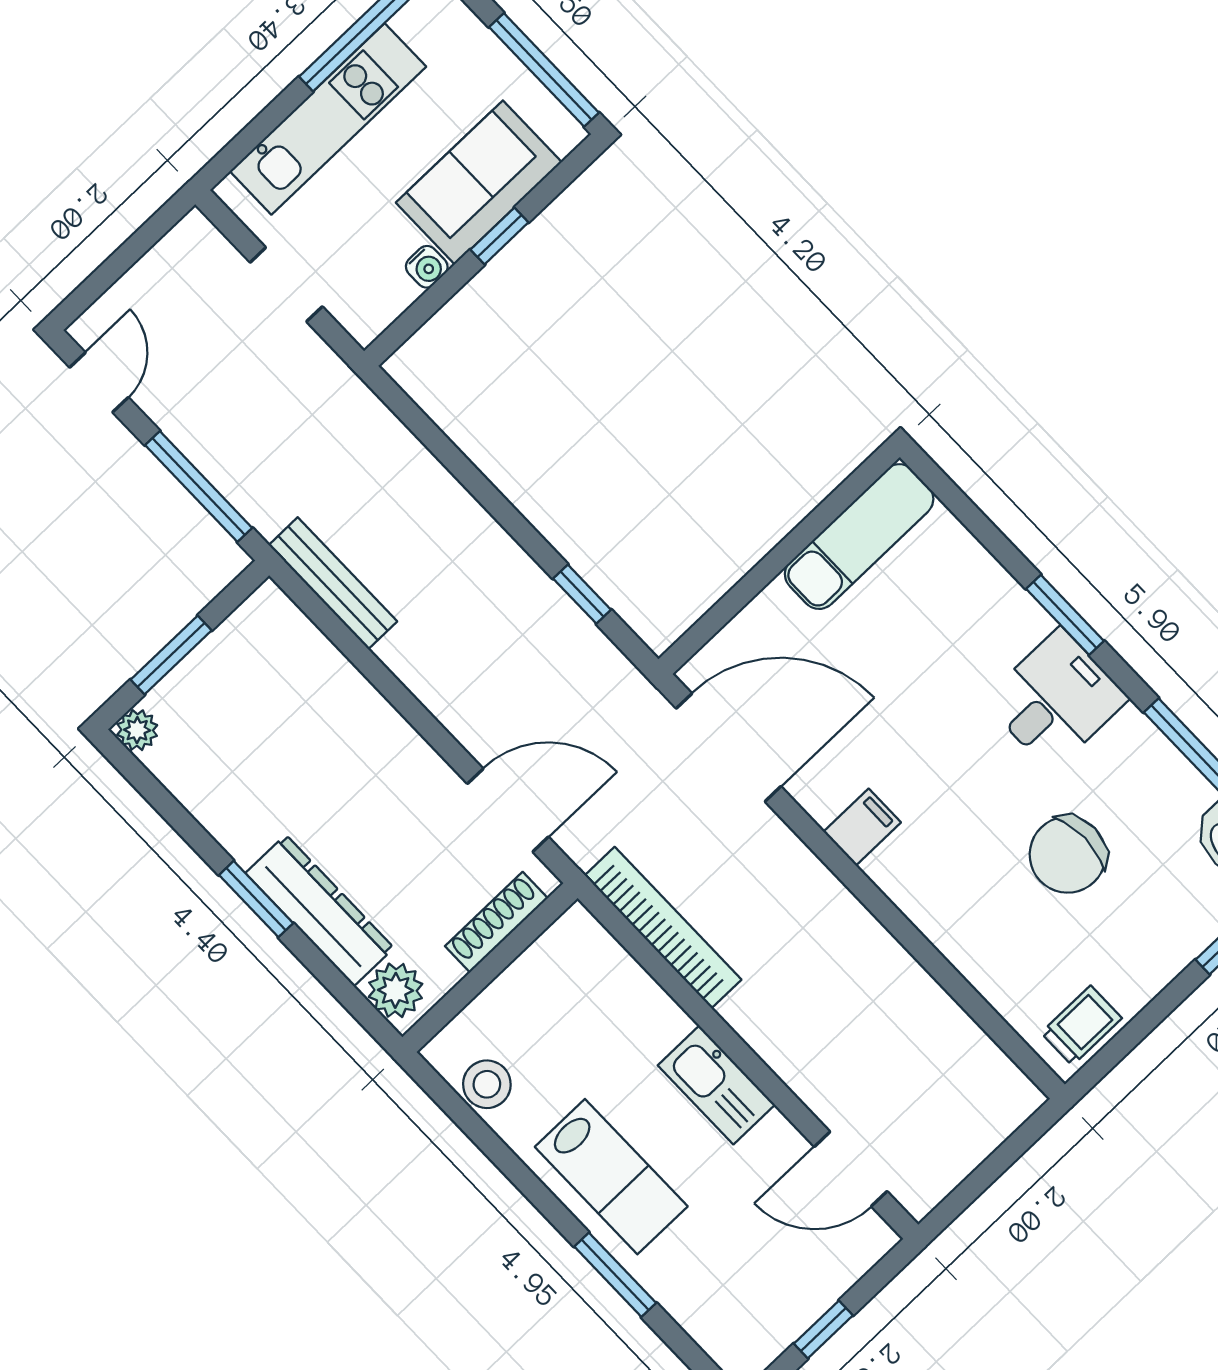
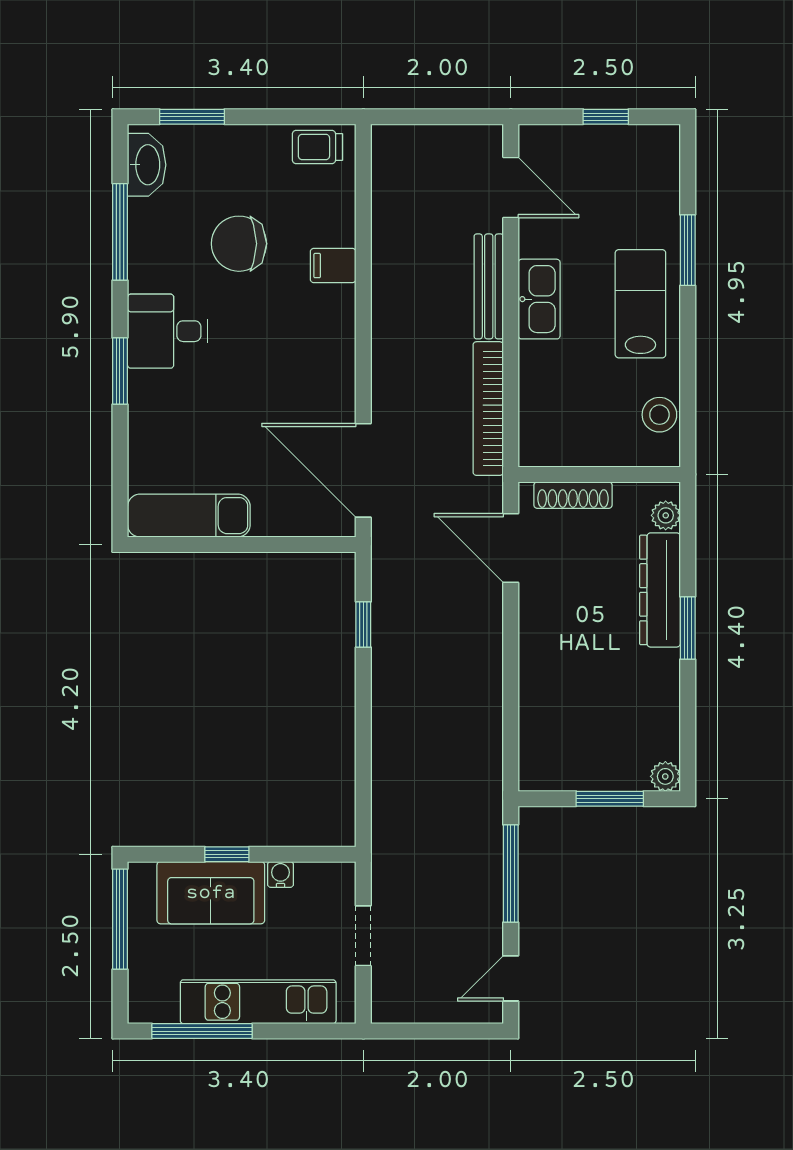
bench: (333, 583) -> (489, 286), moved
filing cabinet: (862, 827) -> (333, 266), moved
chair: (1068, 855) -> (239, 244), turned 180
plant: (396, 990) -> (666, 515), width x0.73, depth x0.73

